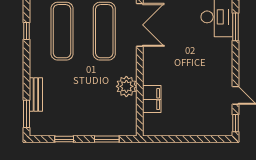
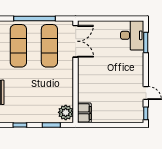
plant: (126, 86) -> (66, 112), moved
filing cabinet: (152, 99) -> (84, 113), moved

